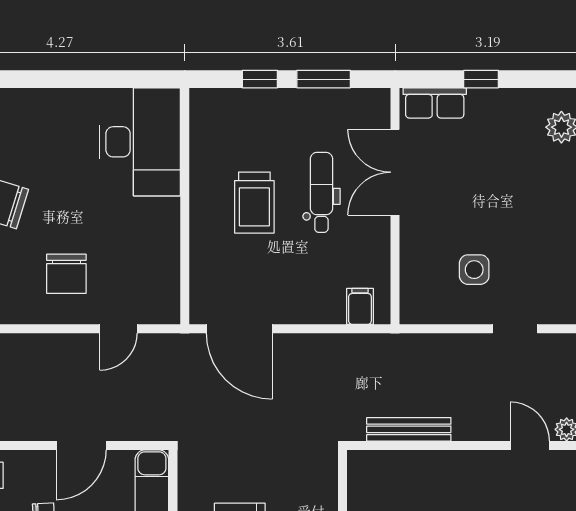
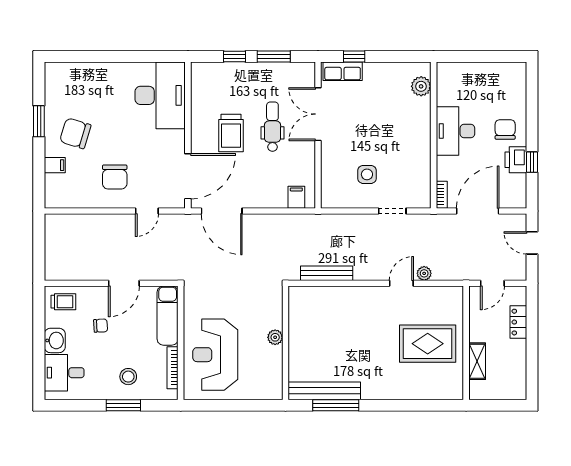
window: (481, 79) -> (354, 57), moved
door: (185, 273) -> (188, 176), added
door: (530, 445) -> (401, 283), hinge flipped

